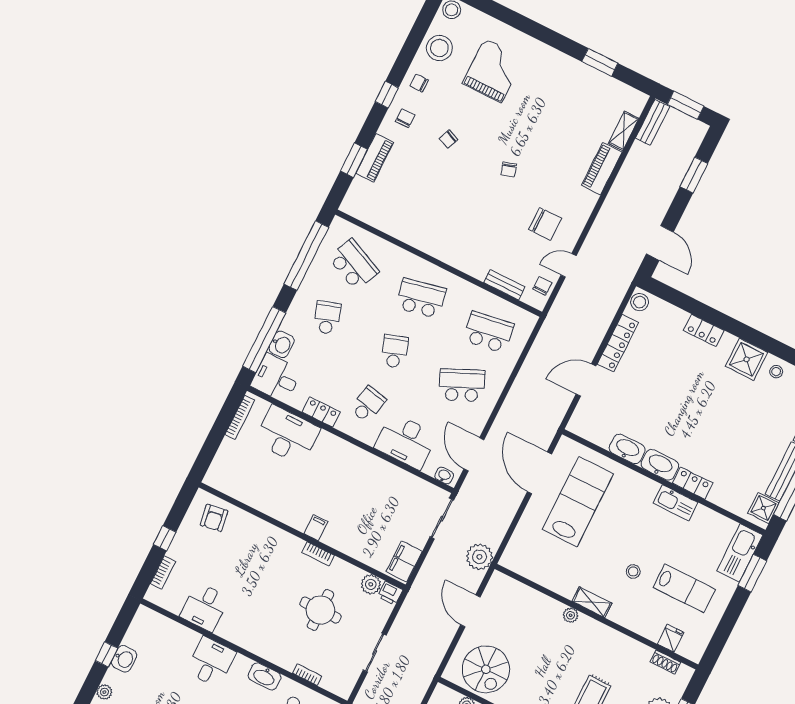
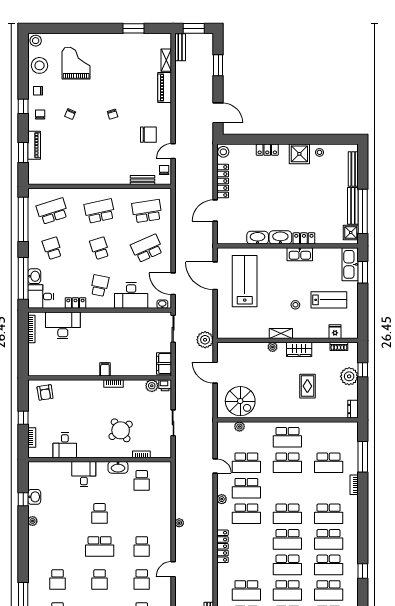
school desk: (354, 265) -> (52, 211), turned -42
round table: (320, 610) -> (121, 430), moved, turned -36
wardrobe: (607, 638) -> (299, 349), added

